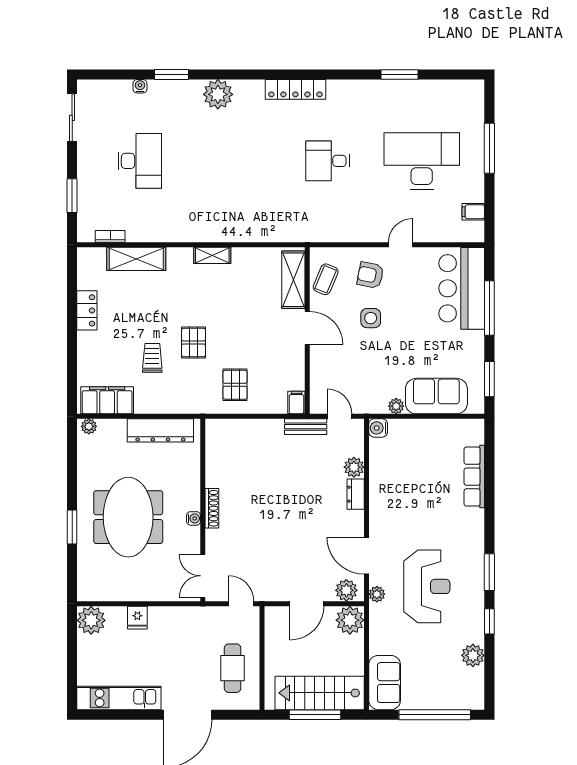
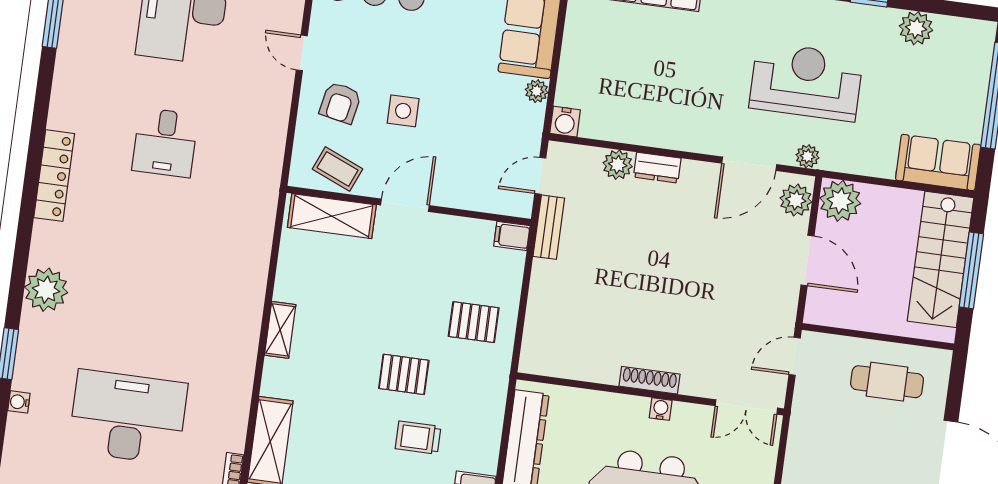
desk: (140, 161) -> (128, 417), width x1.36, depth x1.30

